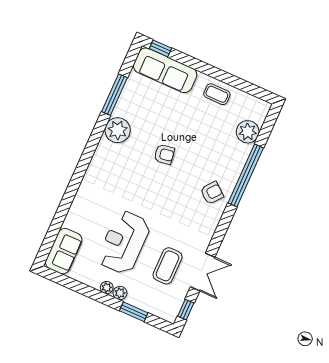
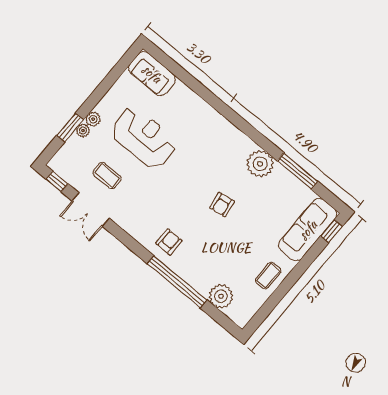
armchair: (212, 193) -> (169, 242), turned -129
coffee table: (167, 266) -> (107, 176), width x0.73, depth x0.77
plant: (107, 288) -> (83, 130), moved

